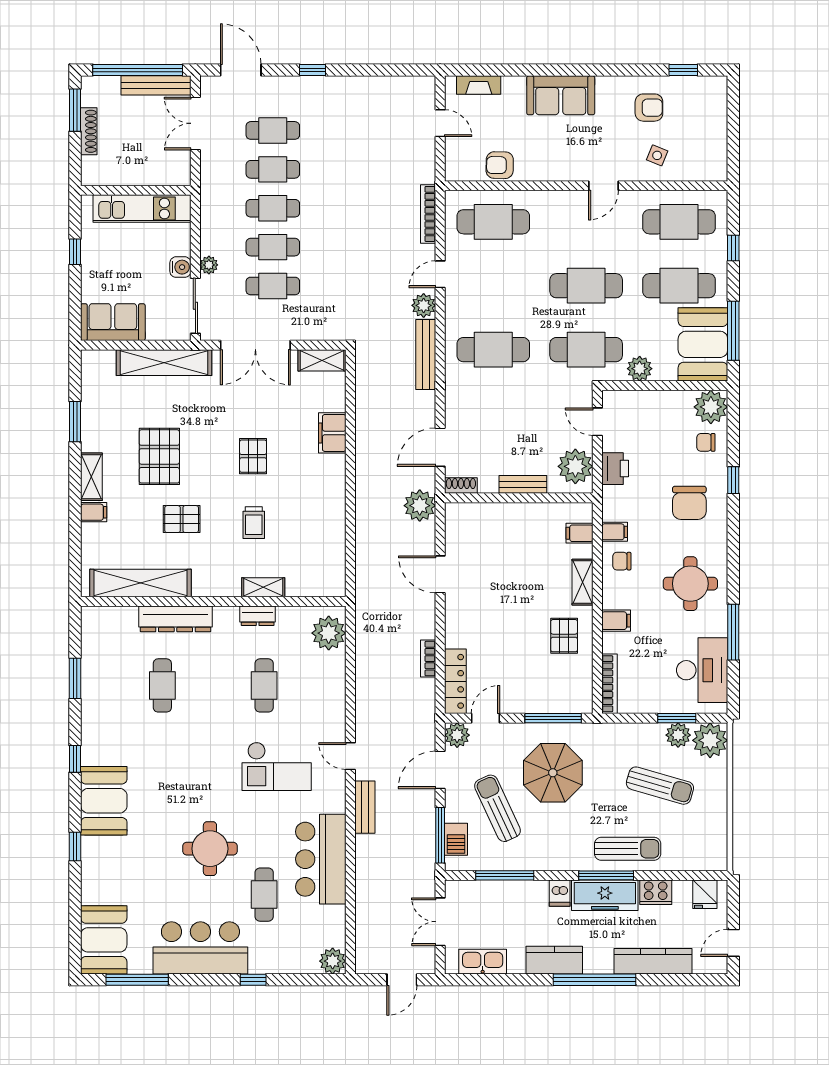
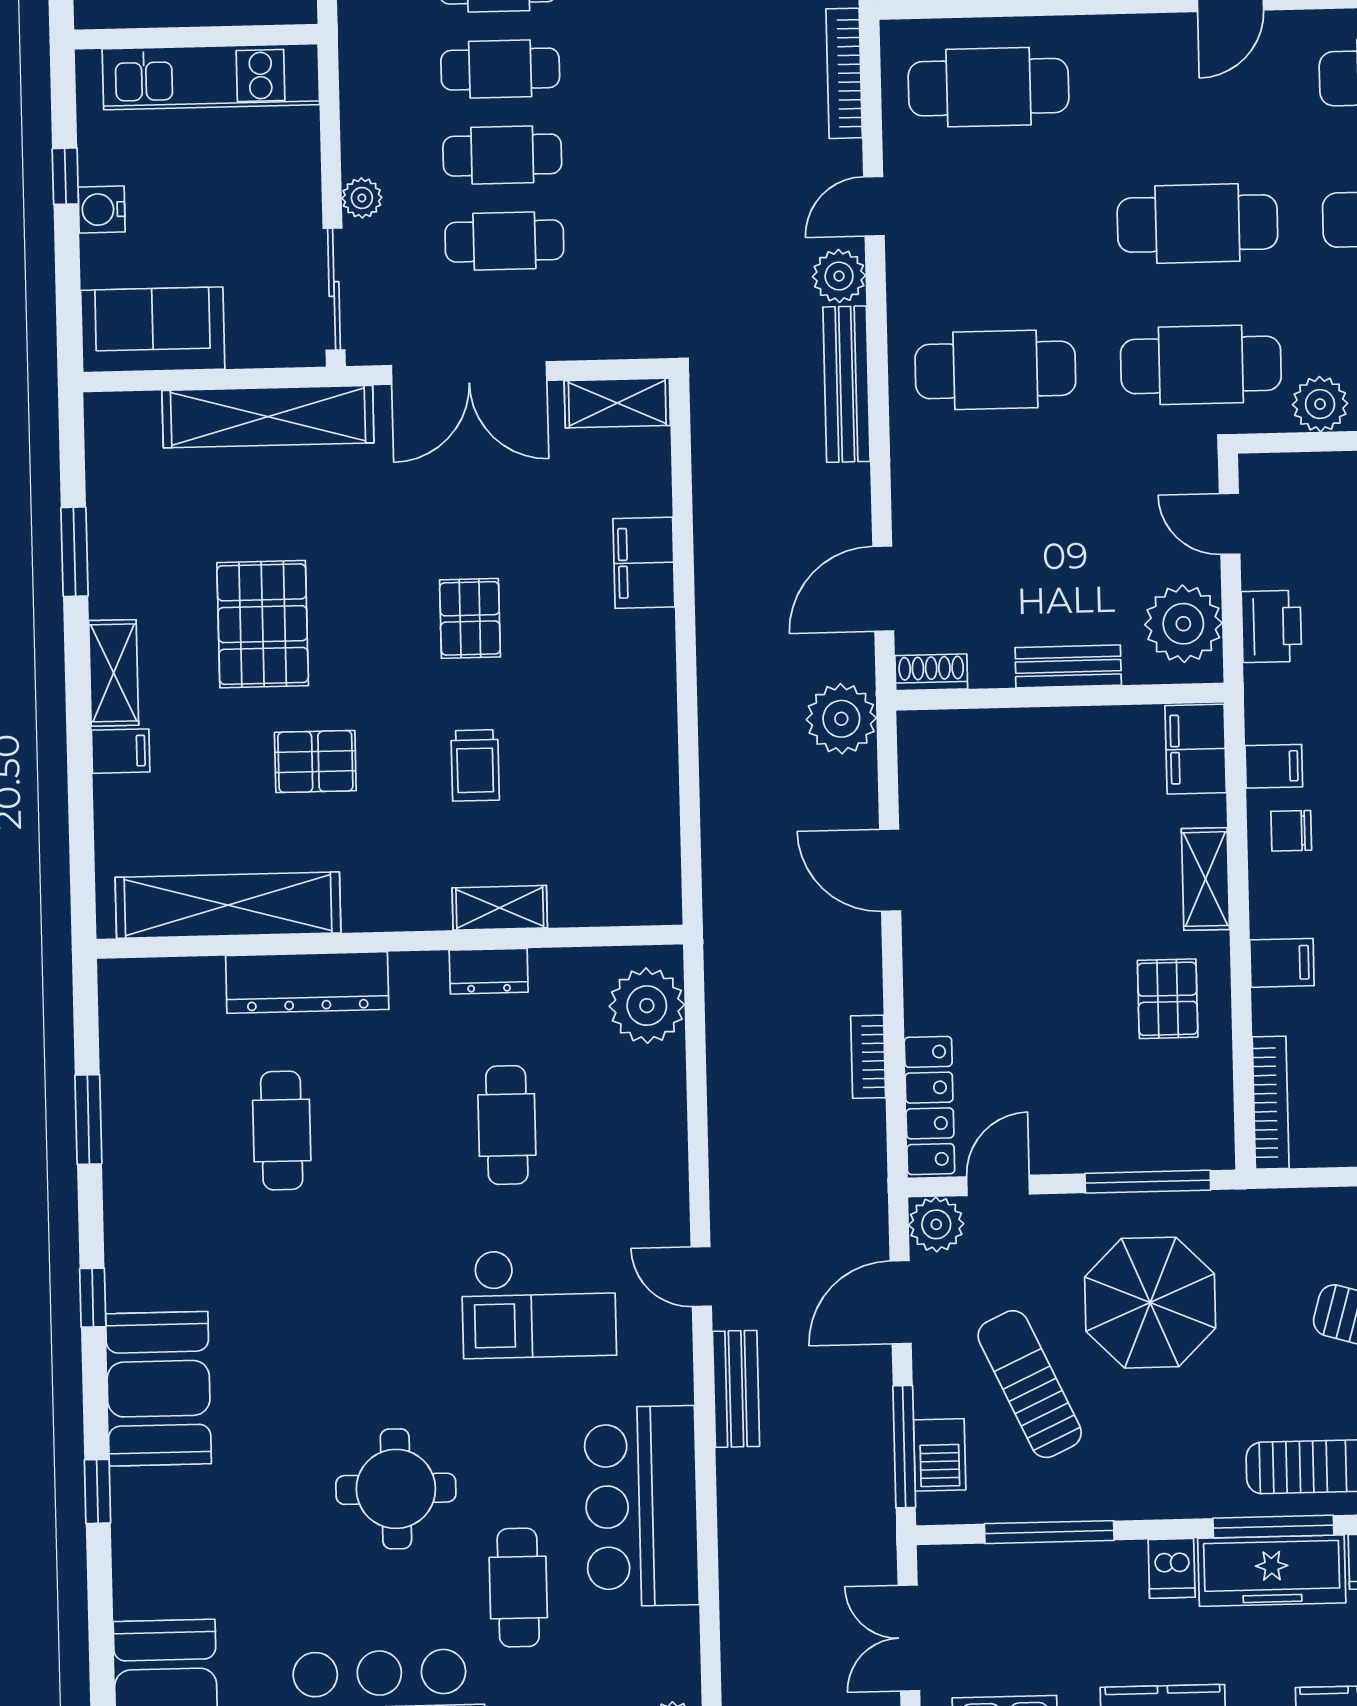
water cooler: (180, 267) -> (102, 210), moved, turned 180
filing cabinet: (580, 533) -> (1196, 749), width x2.00

